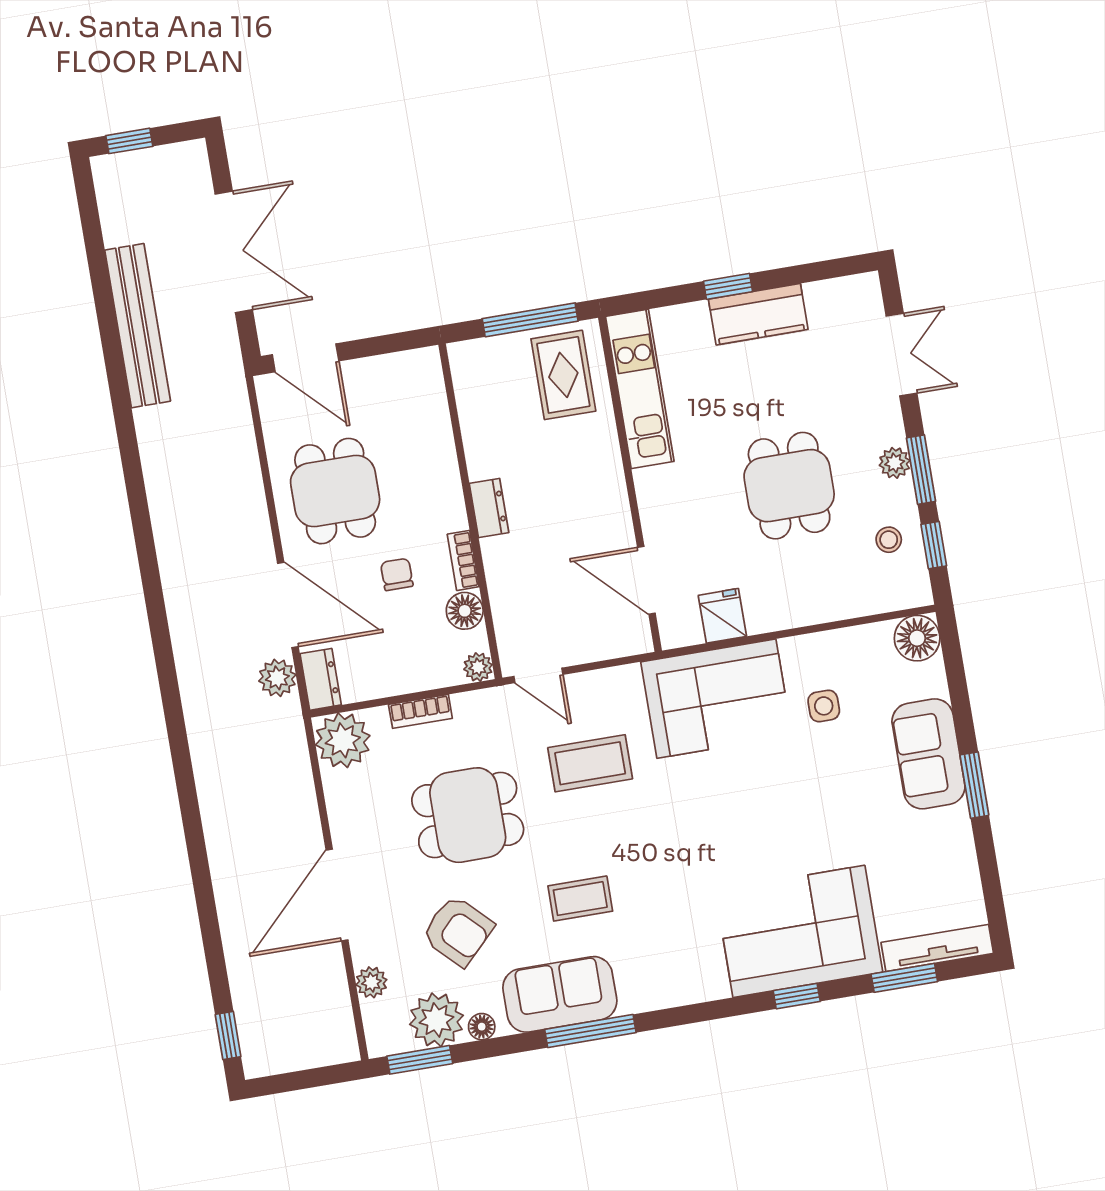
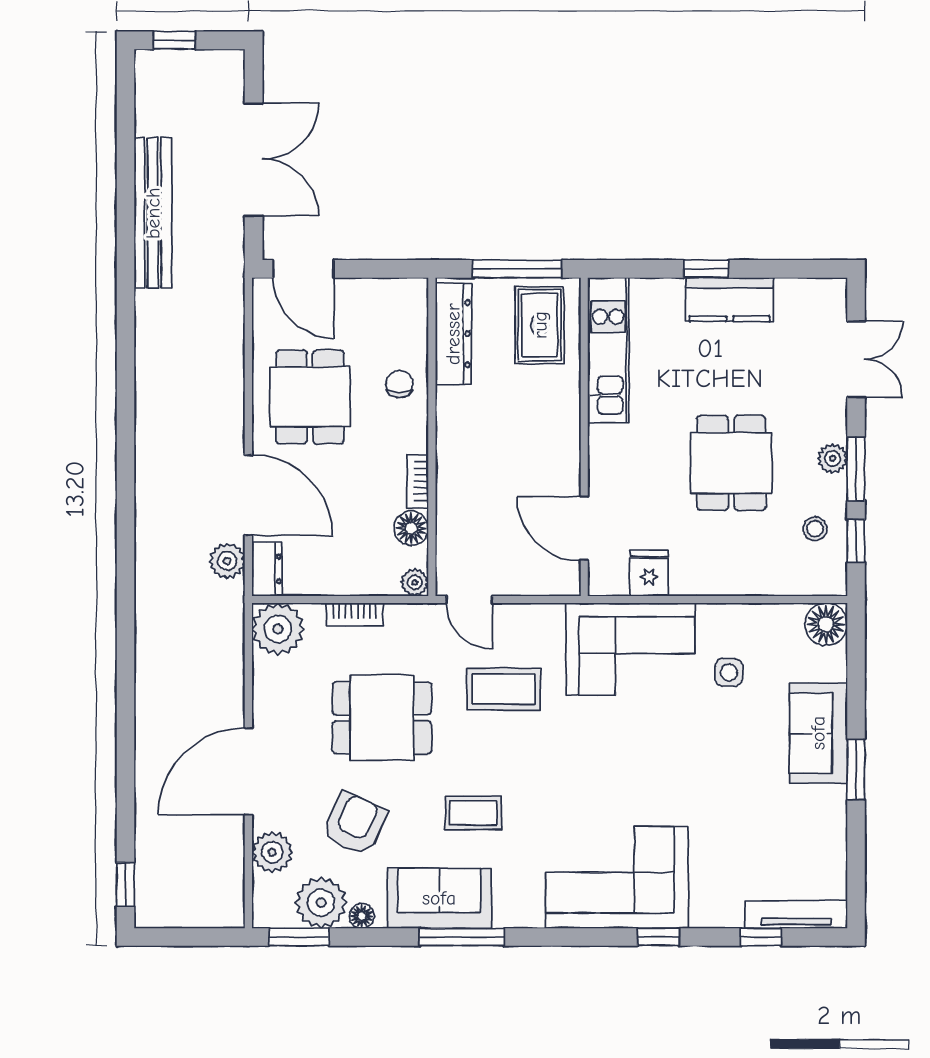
dresser: (489, 508) -> (453, 334), moved, width x1.96, depth x1.24
chair: (397, 574) -> (399, 384), moved
armchair: (458, 931) -> (355, 824), turned -110
corner sofa: (799, 931) -> (617, 877), moved
window: (904, 978) -> (761, 937), width x0.67
plant: (371, 982) -> (272, 852), width x1.38, depth x1.38

